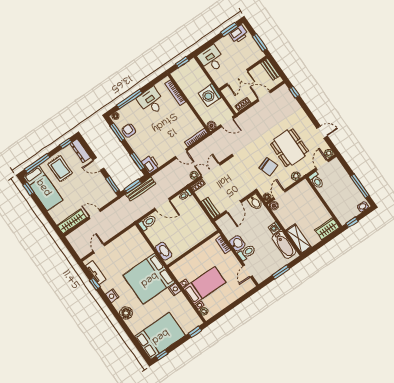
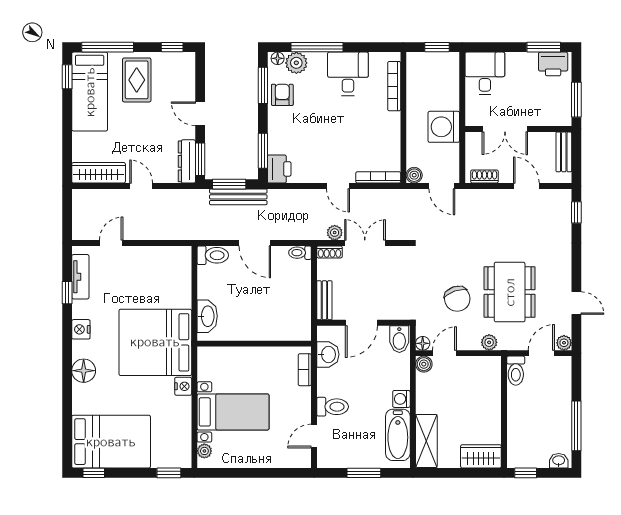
plant: (125, 112) -> (296, 63), added
dresser: (80, 151) -> (187, 161), moved
washbasin: (237, 243) -> (328, 354), moved

